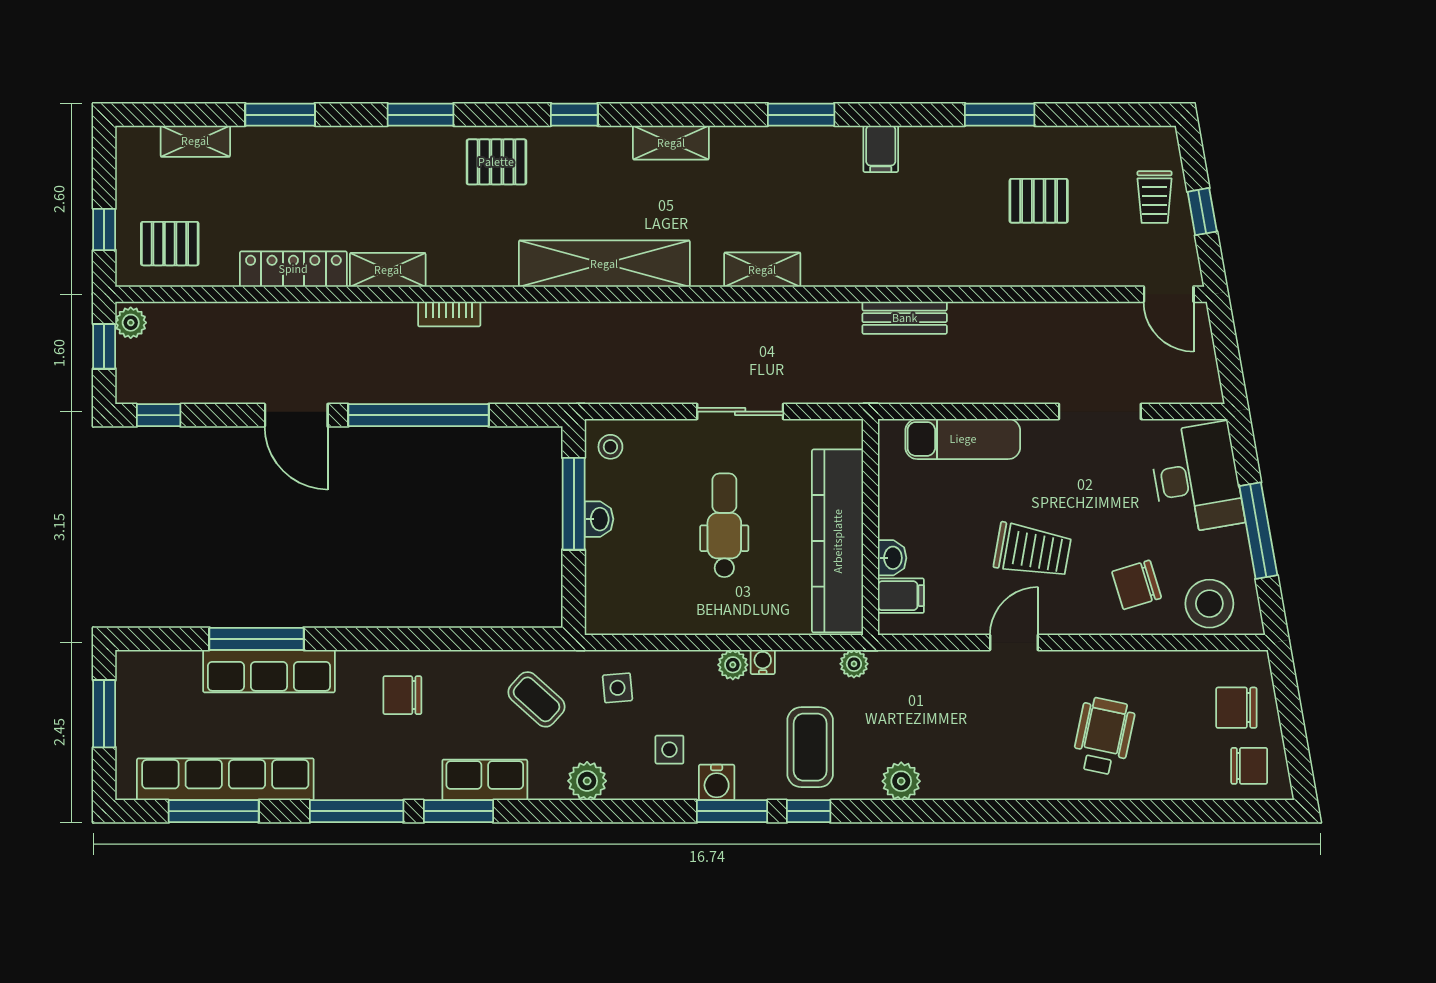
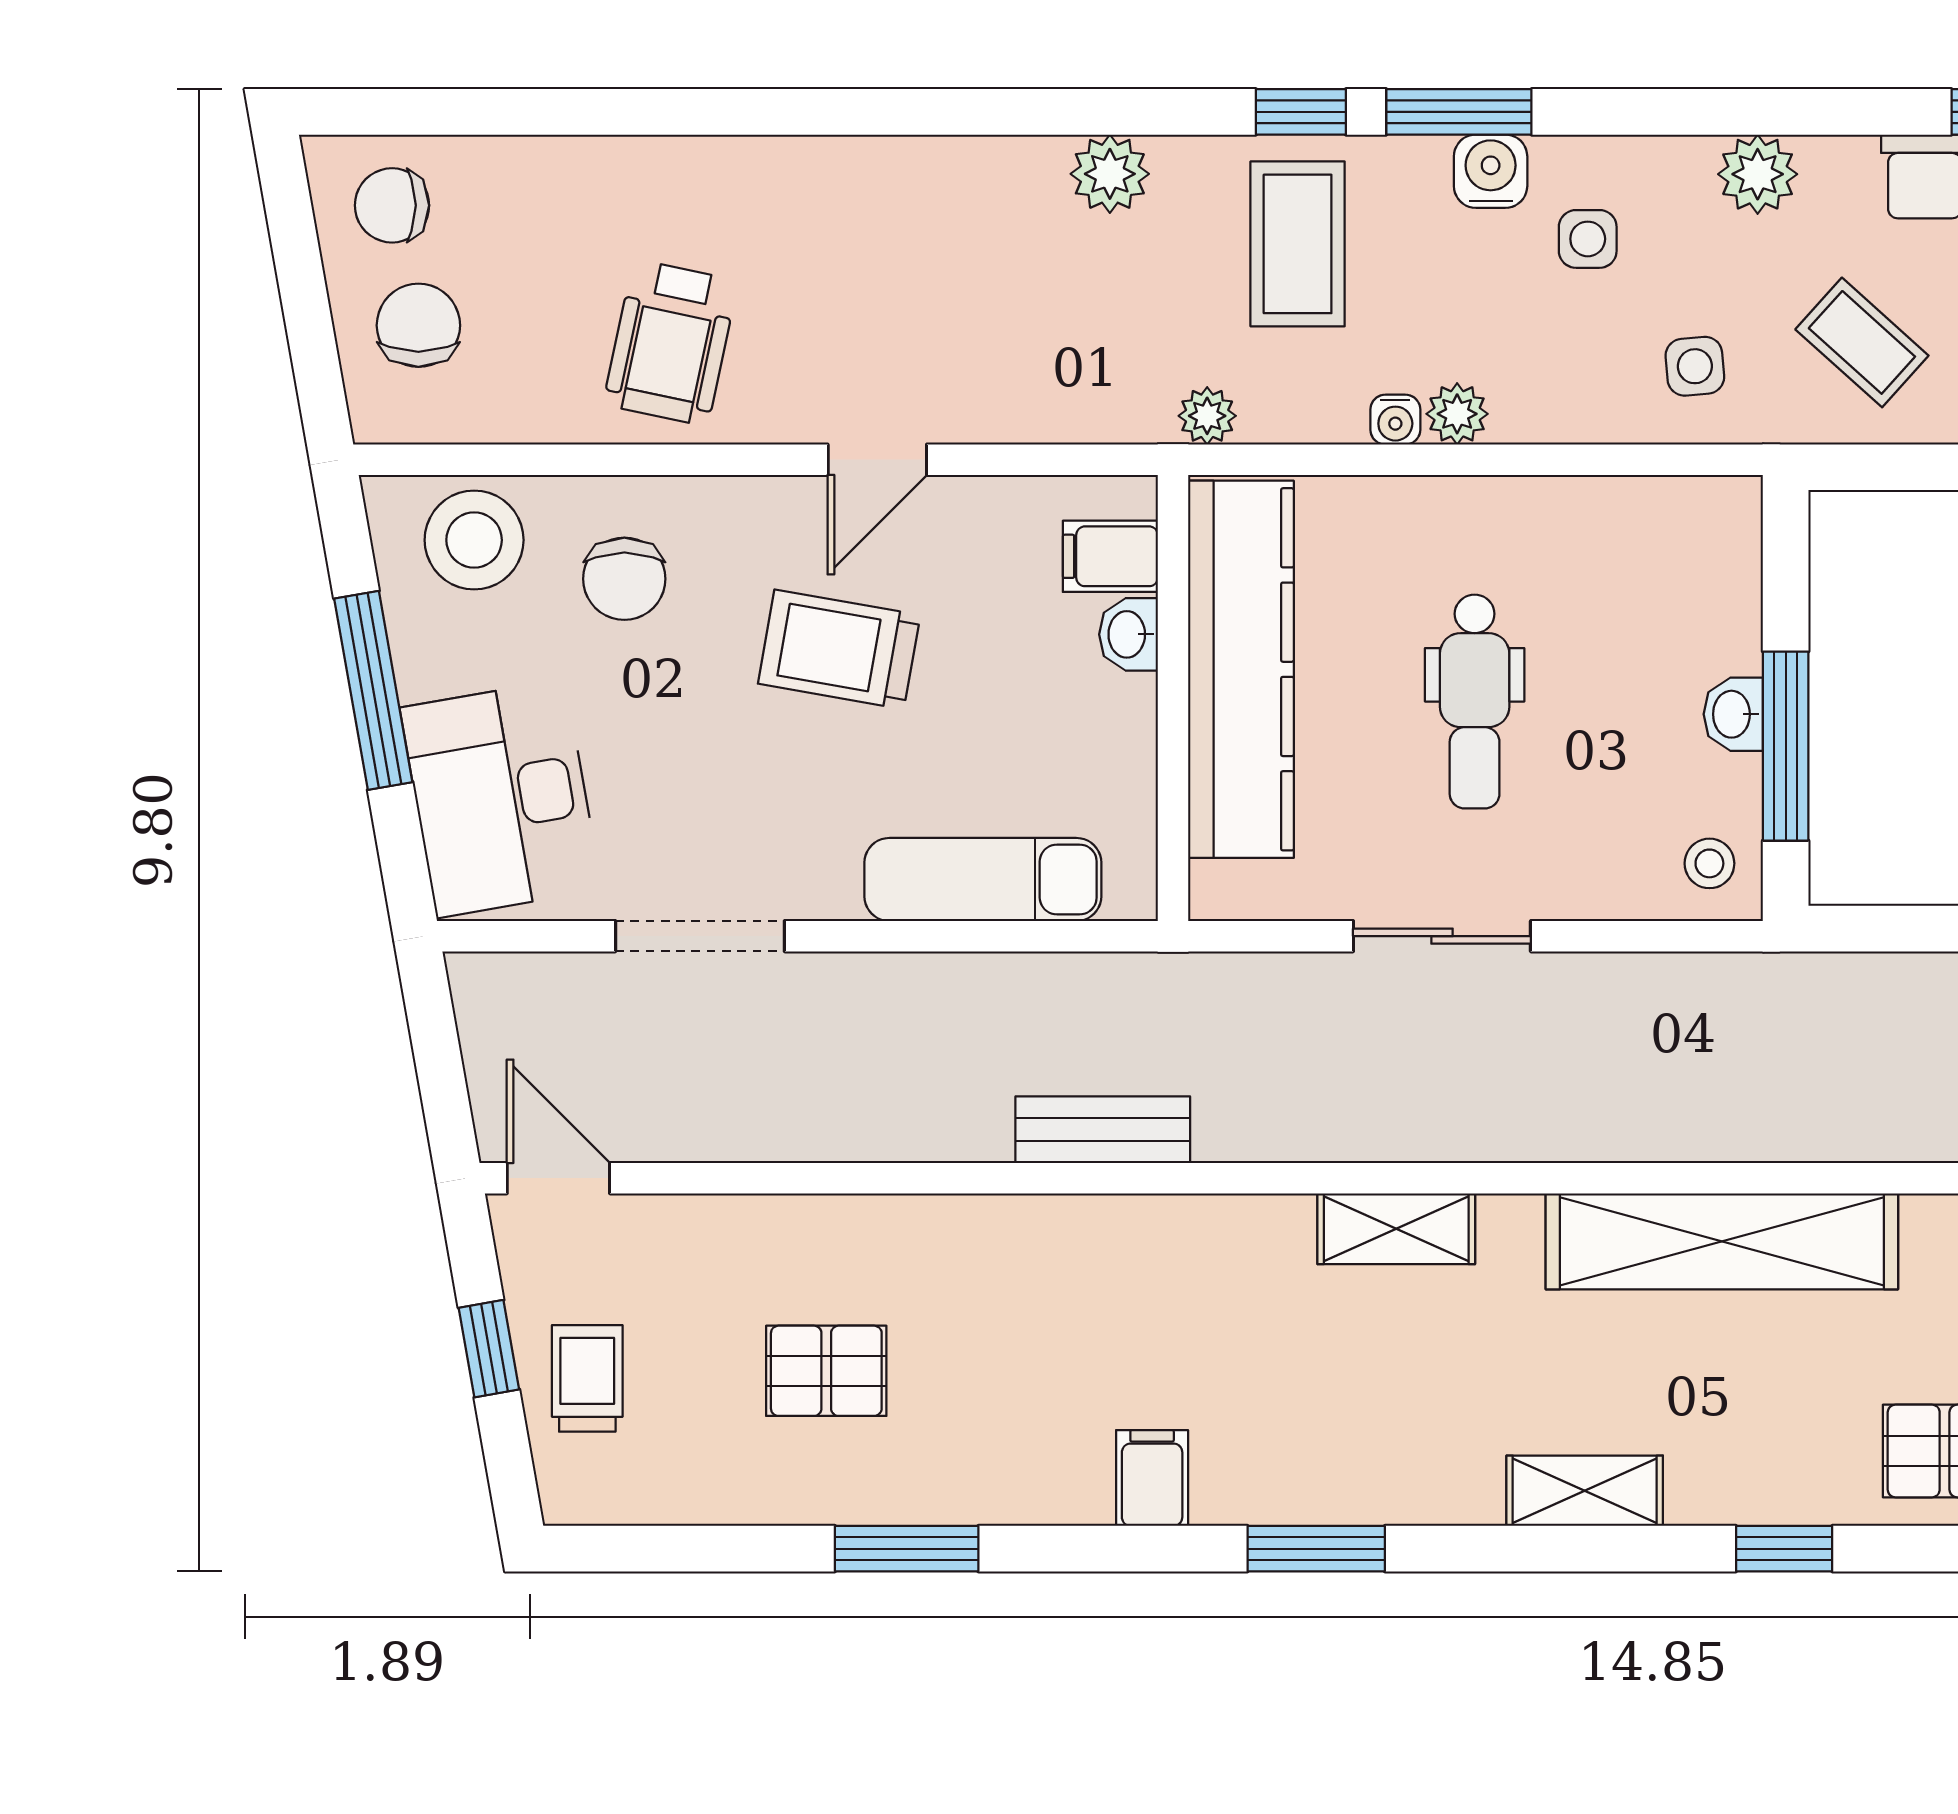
chair: (1137, 585) -> (624, 579), turned 107
chair: (1236, 708) -> (418, 325), turned -90
wheelchair: (1103, 736) -> (671, 343), moved

